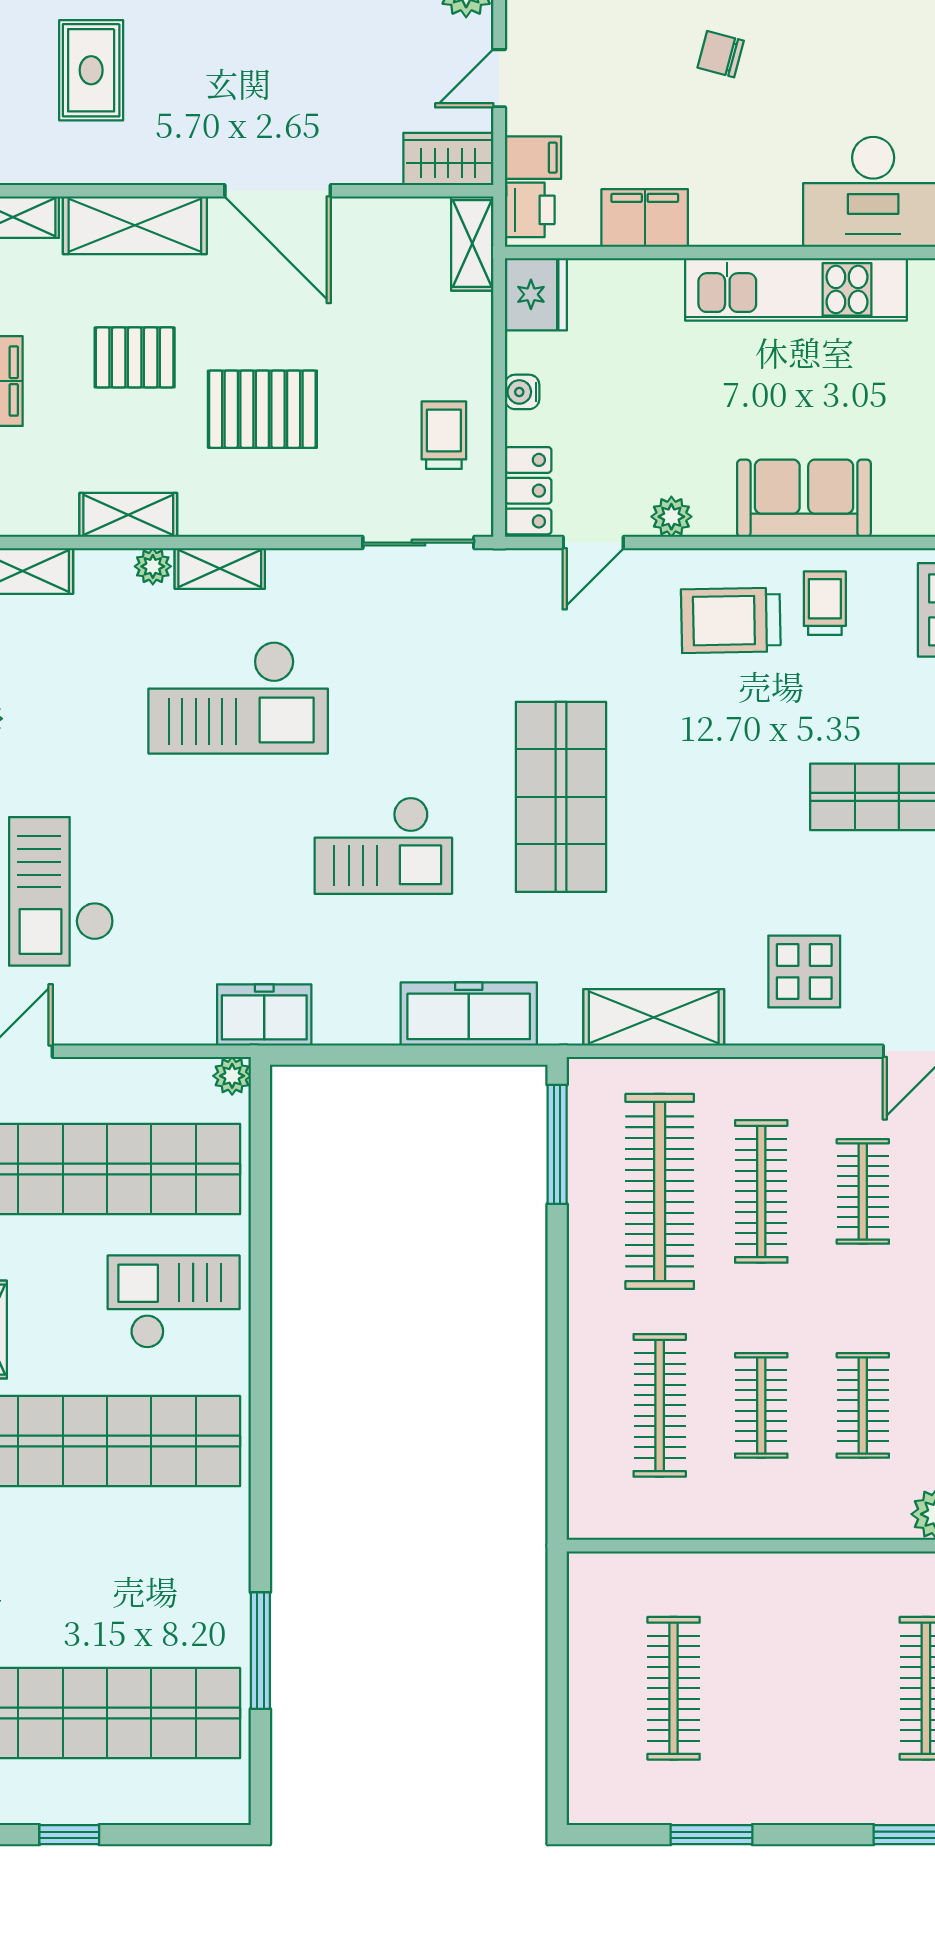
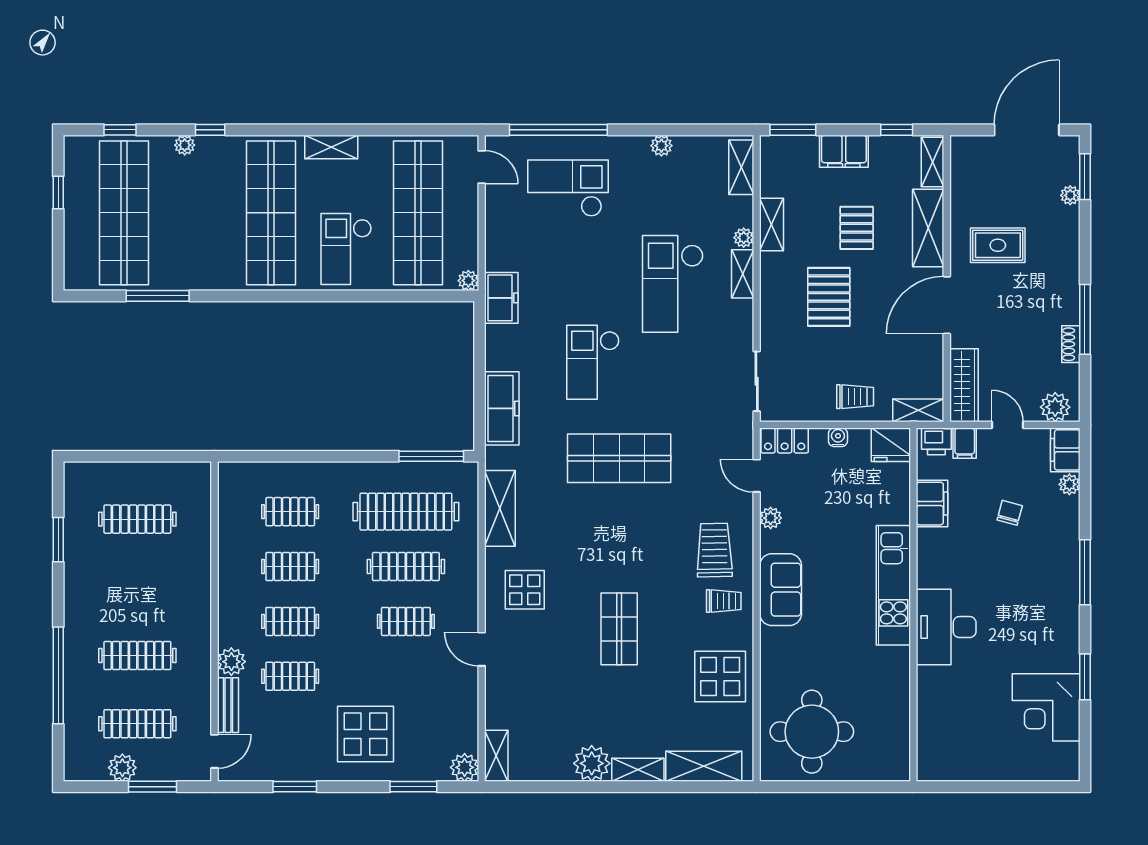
chair: (721, 54) -> (1010, 513), moved
rug: (91, 70) -> (998, 245), moved
wardrobe: (448, 159) -> (964, 385), width x1.50
trolley: (444, 435) -> (855, 397), moved
checkout: (174, 1302) -> (346, 249), turned 180
clothes rail: (660, 1405) -> (290, 512), width x0.73

